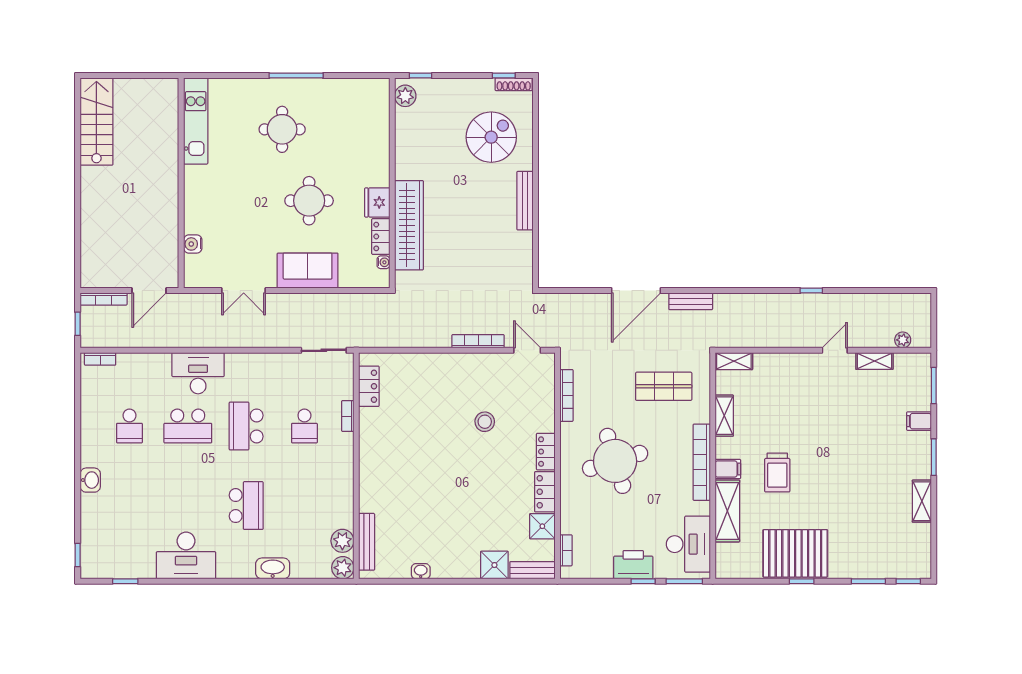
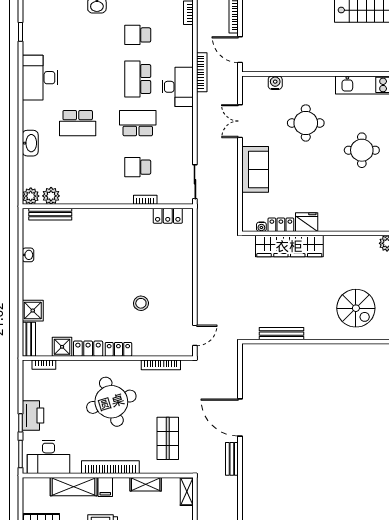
round table: (309, 201) -> (306, 123), moved
bench: (525, 201) -> (281, 334), moved
bookcase: (478, 341) -> (202, 72), moved

